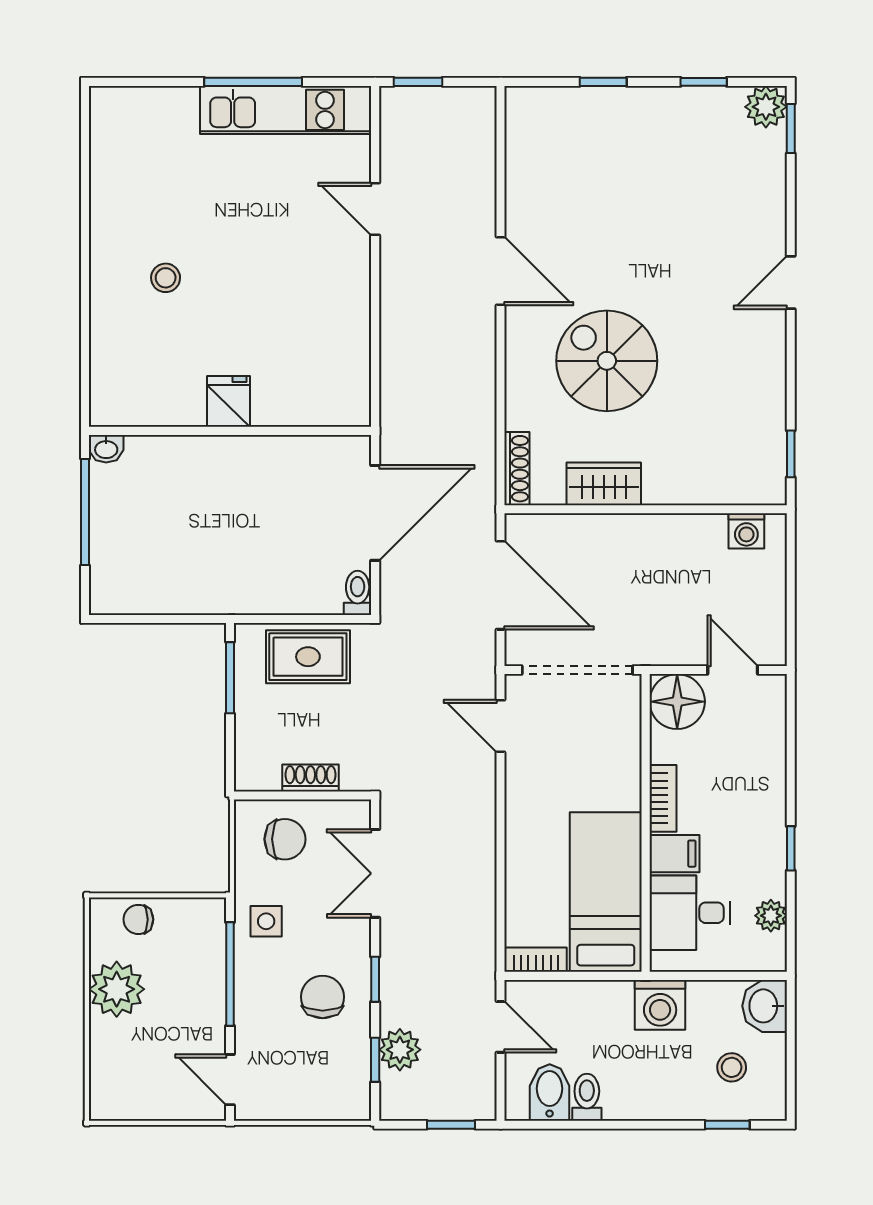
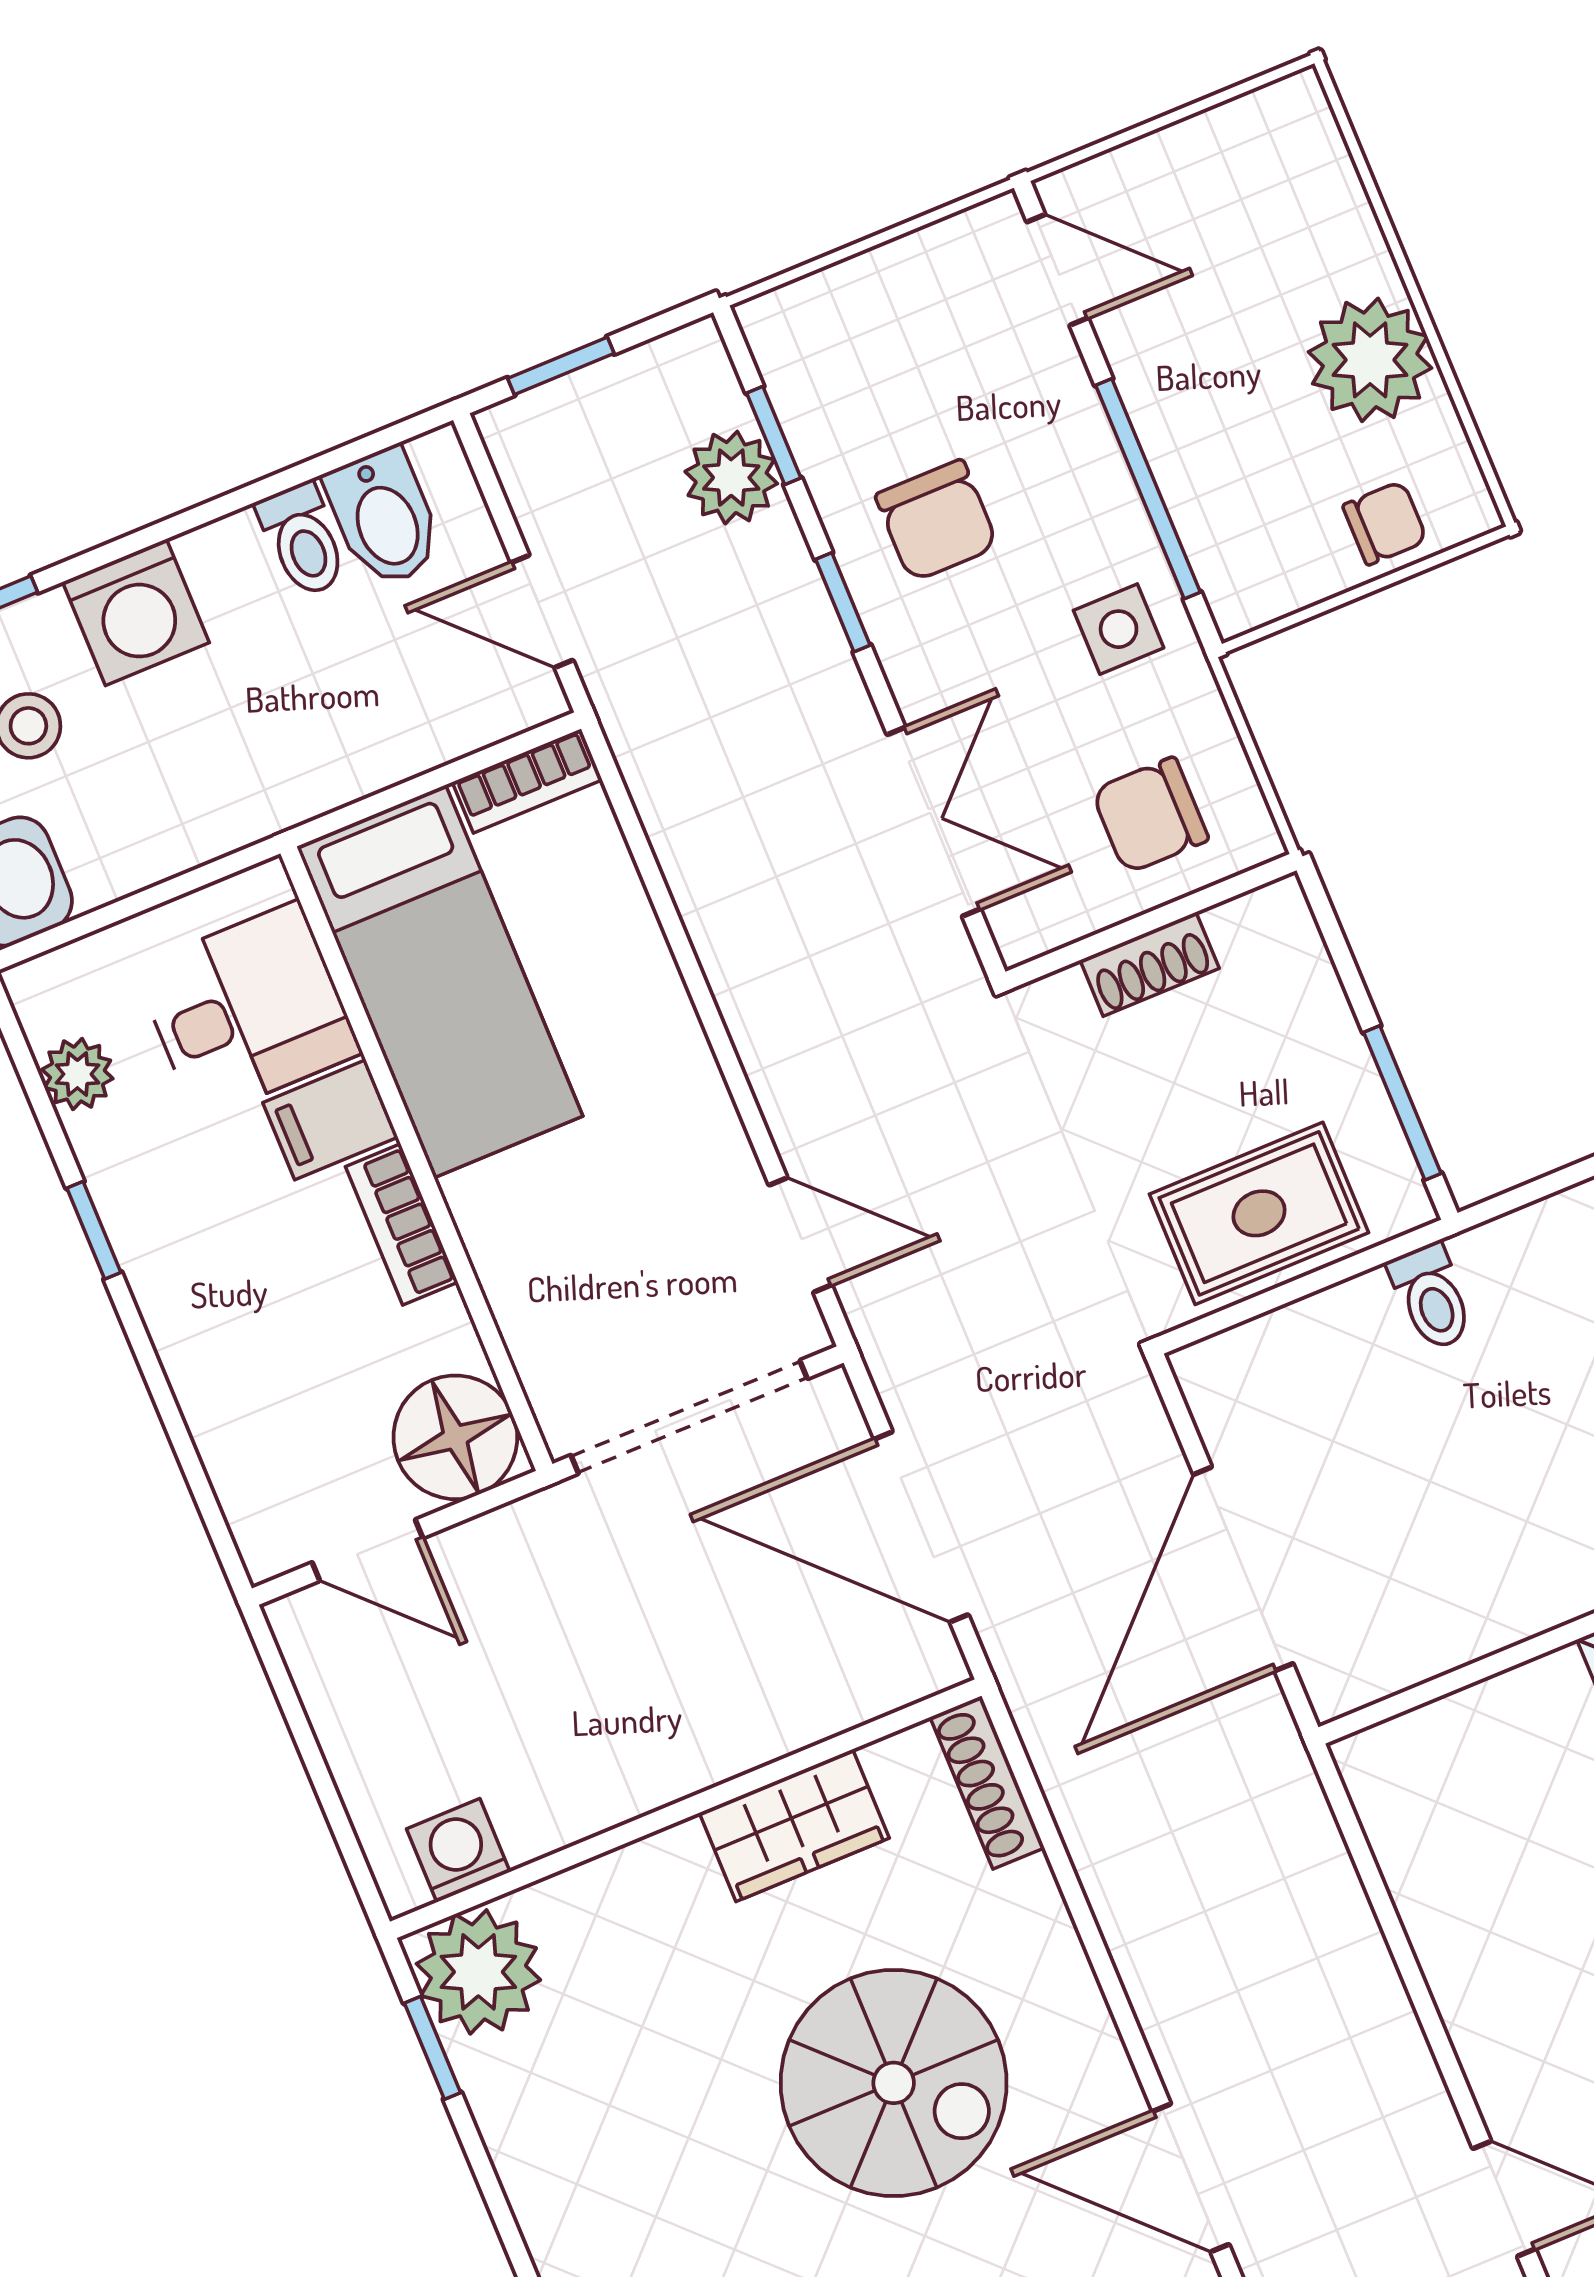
plant: (759, 477) -> (478, 1972), added
toilet: (358, 593) -> (1431, 1297), moved
washing machine: (660, 1005) -> (136, 612), moved, turned 180

